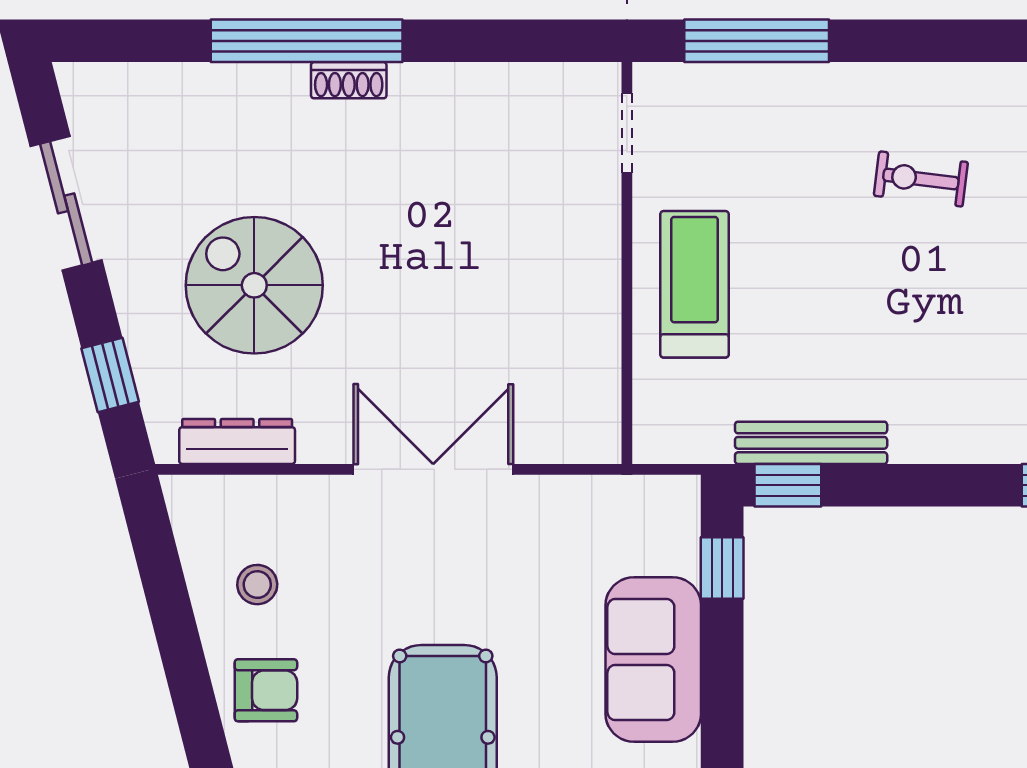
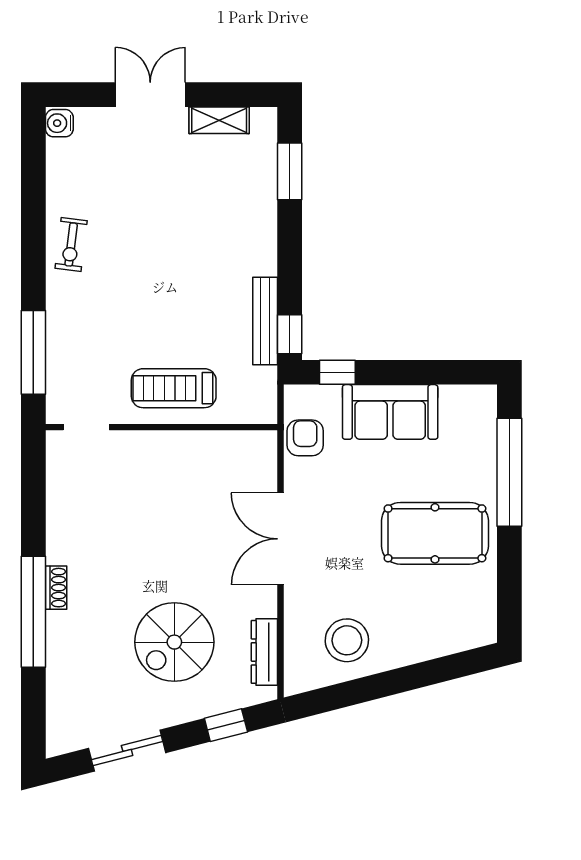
exercise bike: (921, 179) -> (71, 244), moved
stool: (257, 585) -> (347, 640), width x1.89, depth x1.89
armchair: (266, 690) -> (305, 438), moved

